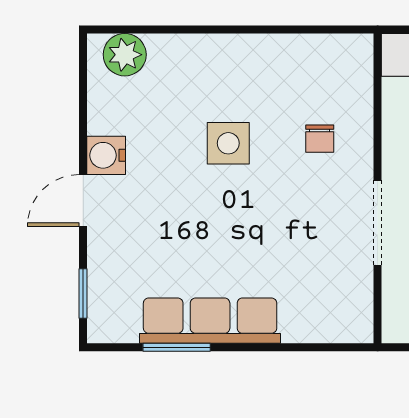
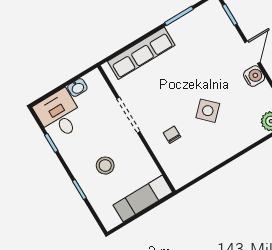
side table: (228, 143) -> (208, 111), turned 45
row of seats: (210, 321) -> (141, 53), moved

